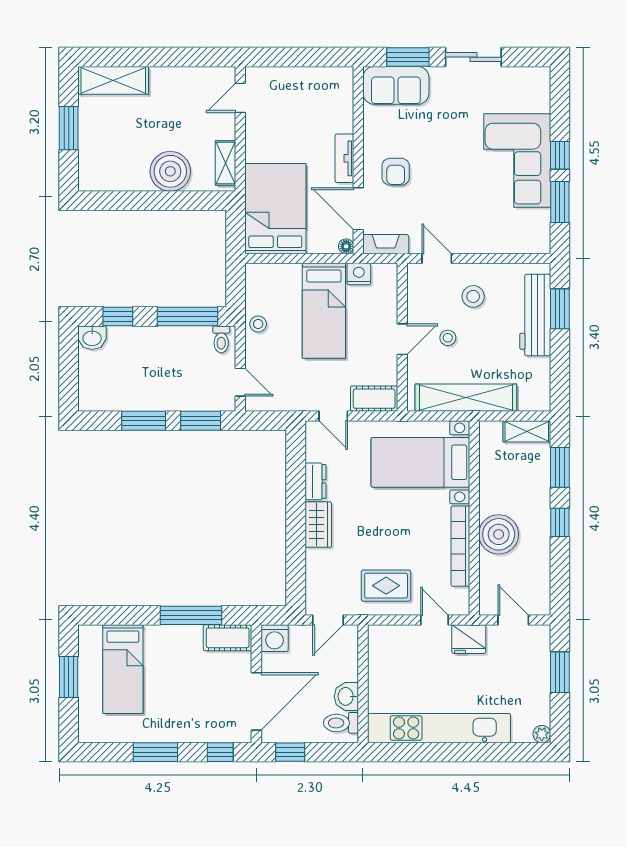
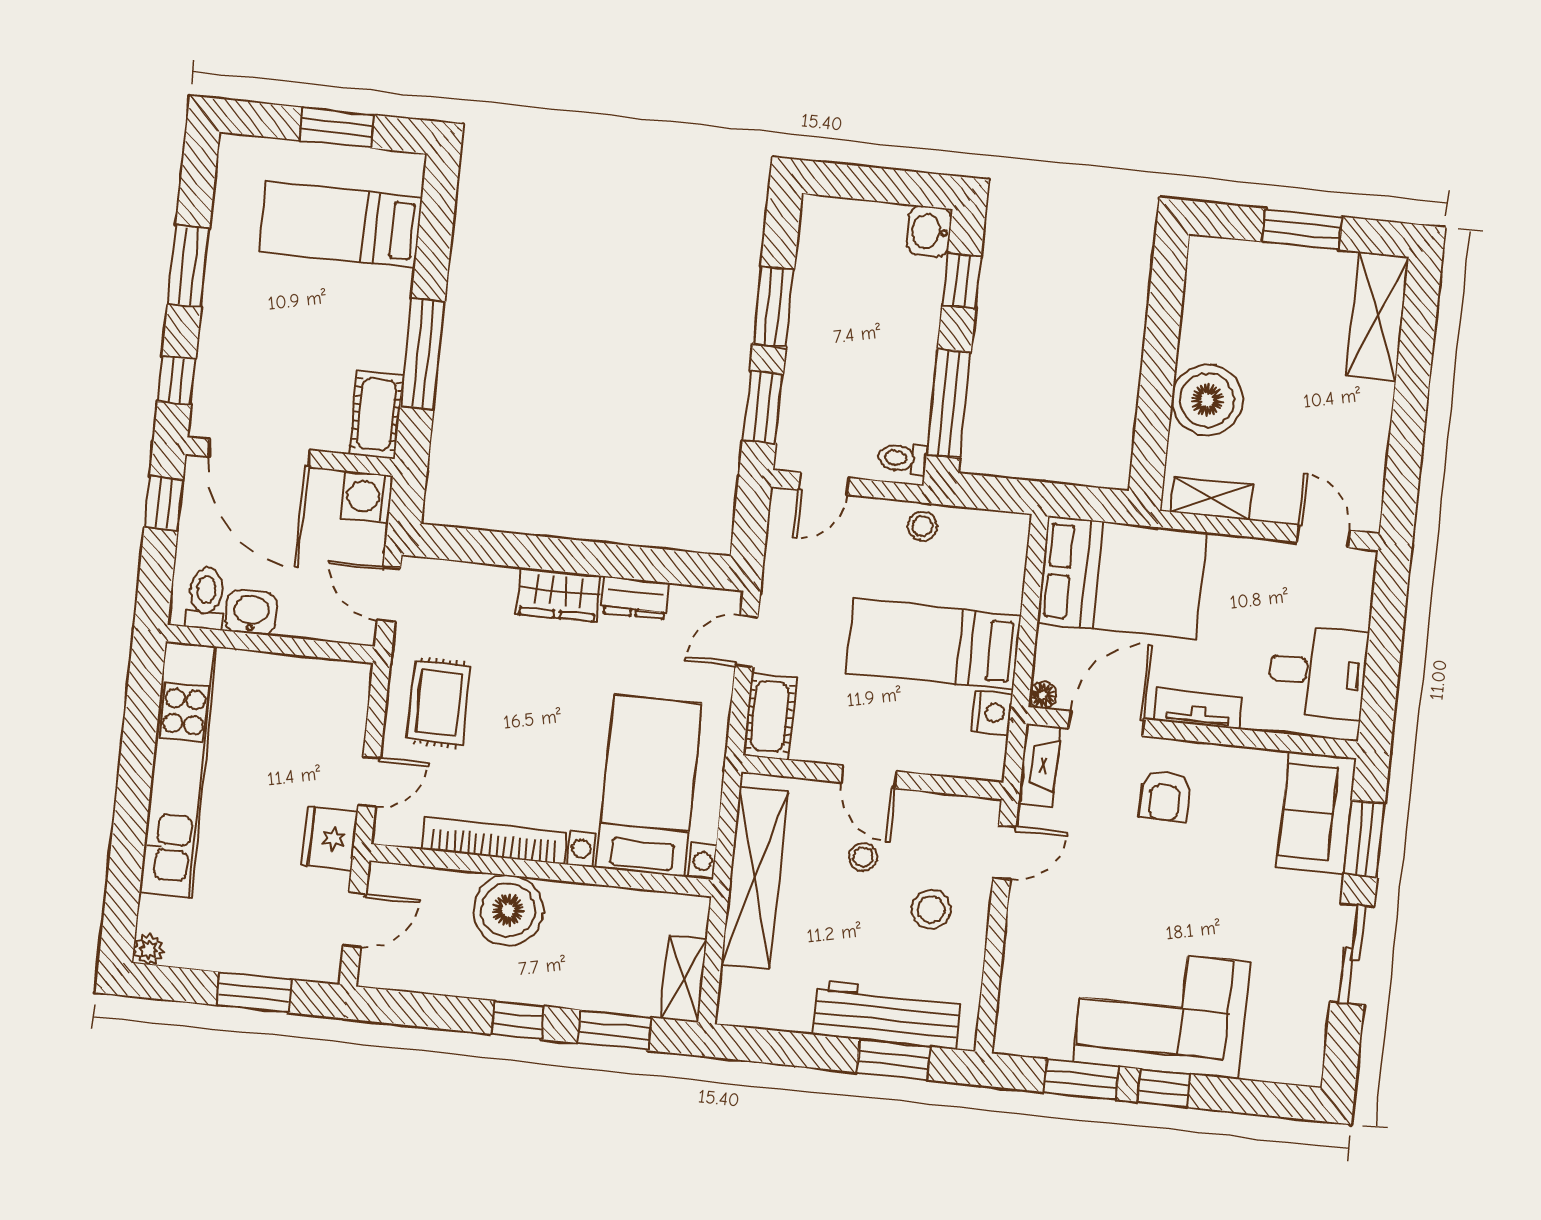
desk: (317, 93) -> (1318, 672), added
armchair: (396, 172) -> (1165, 796), turned -90

